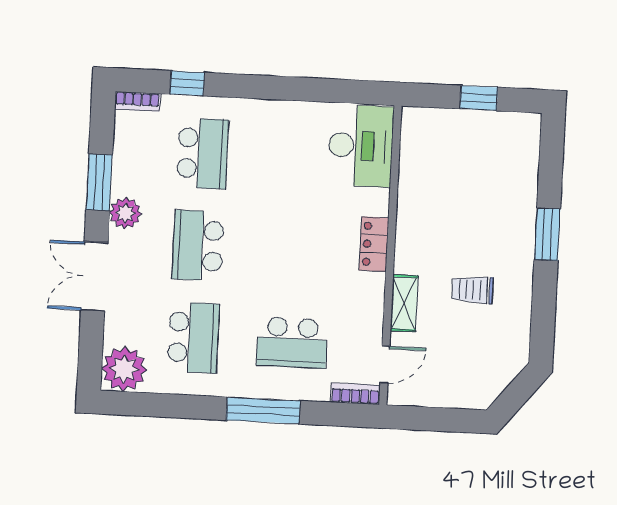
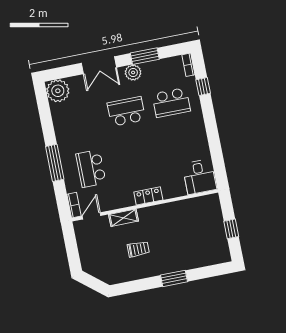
desk: (361, 146) -> (199, 177), width x0.73
double door: (94, 276) -> (99, 65), swing flipped
trolley: (473, 290) -> (138, 249), turned 90
school desk: (193, 338) -> (81, 120), removed
door: (385, 365) -> (92, 216), swing flipped

